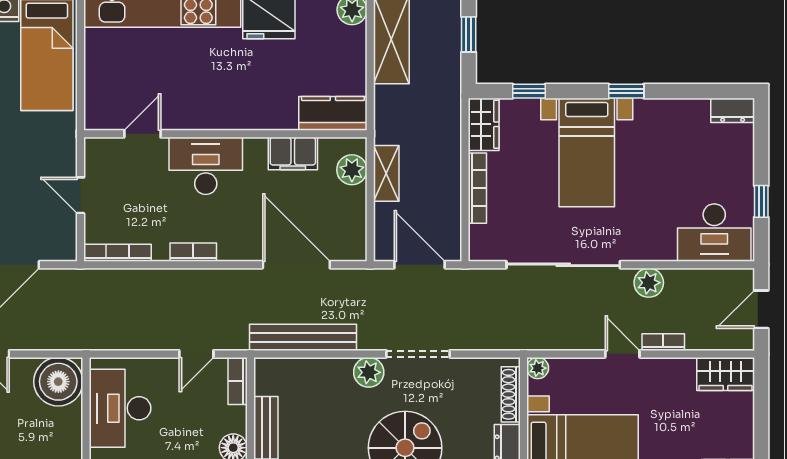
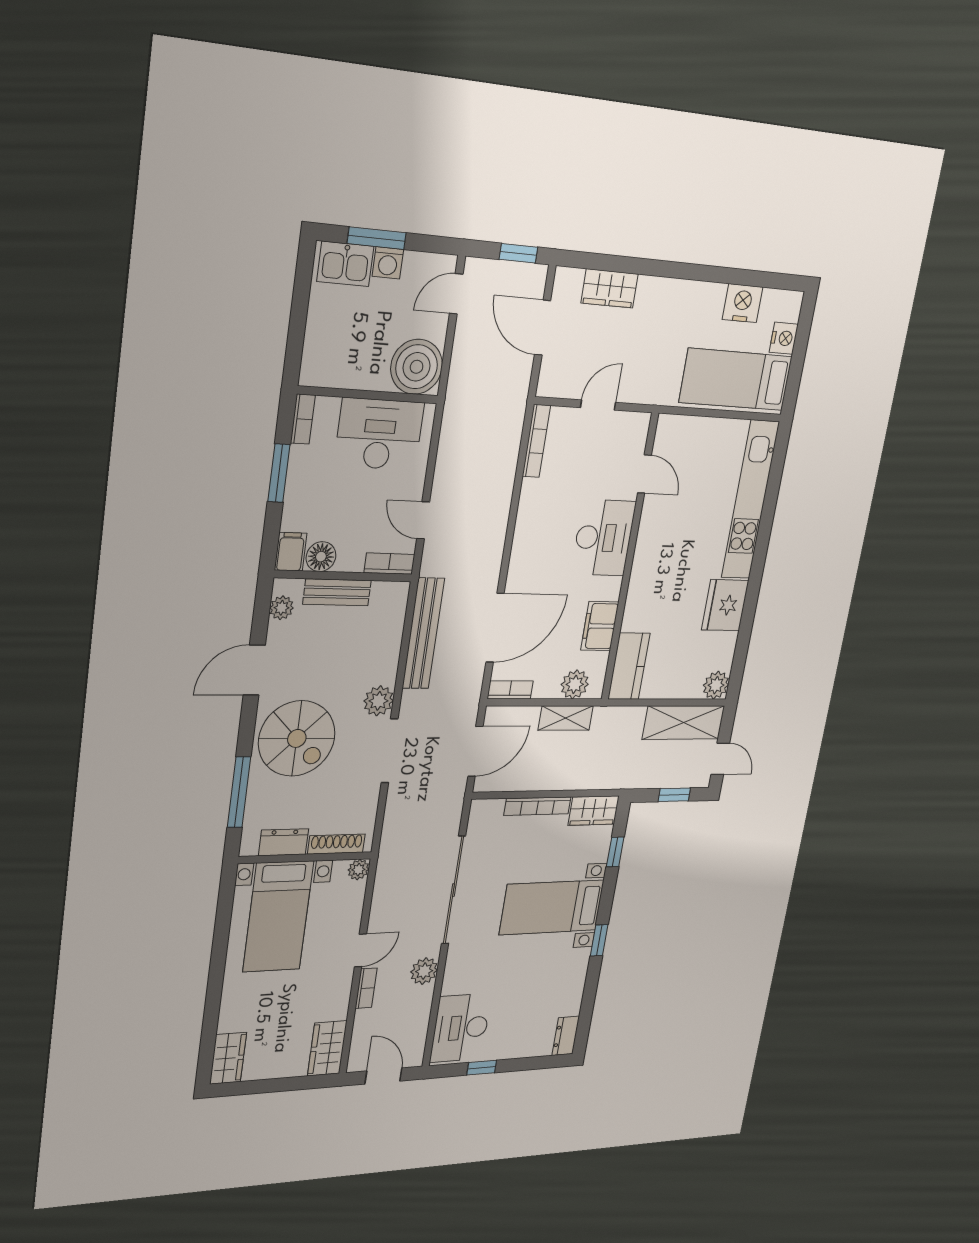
bookcase: (193, 252) -> (510, 690), moved, turned -90

